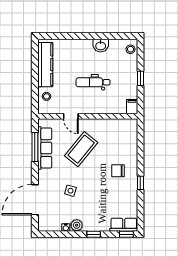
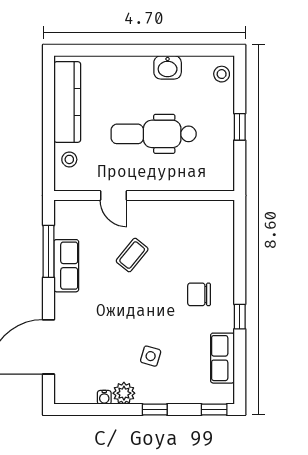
dental chair: (93, 82) -> (154, 134), width x1.36, depth x1.38
filing cabinet: (132, 107) -> (225, 178), removed
row of seats: (45, 148) -> (66, 266), width x0.68
coffee table: (81, 149) -> (132, 255), width x0.54, depth x0.58
side table: (70, 191) -> (151, 356), moved
row of seats: (124, 225) -> (223, 358), moved, turned -90

